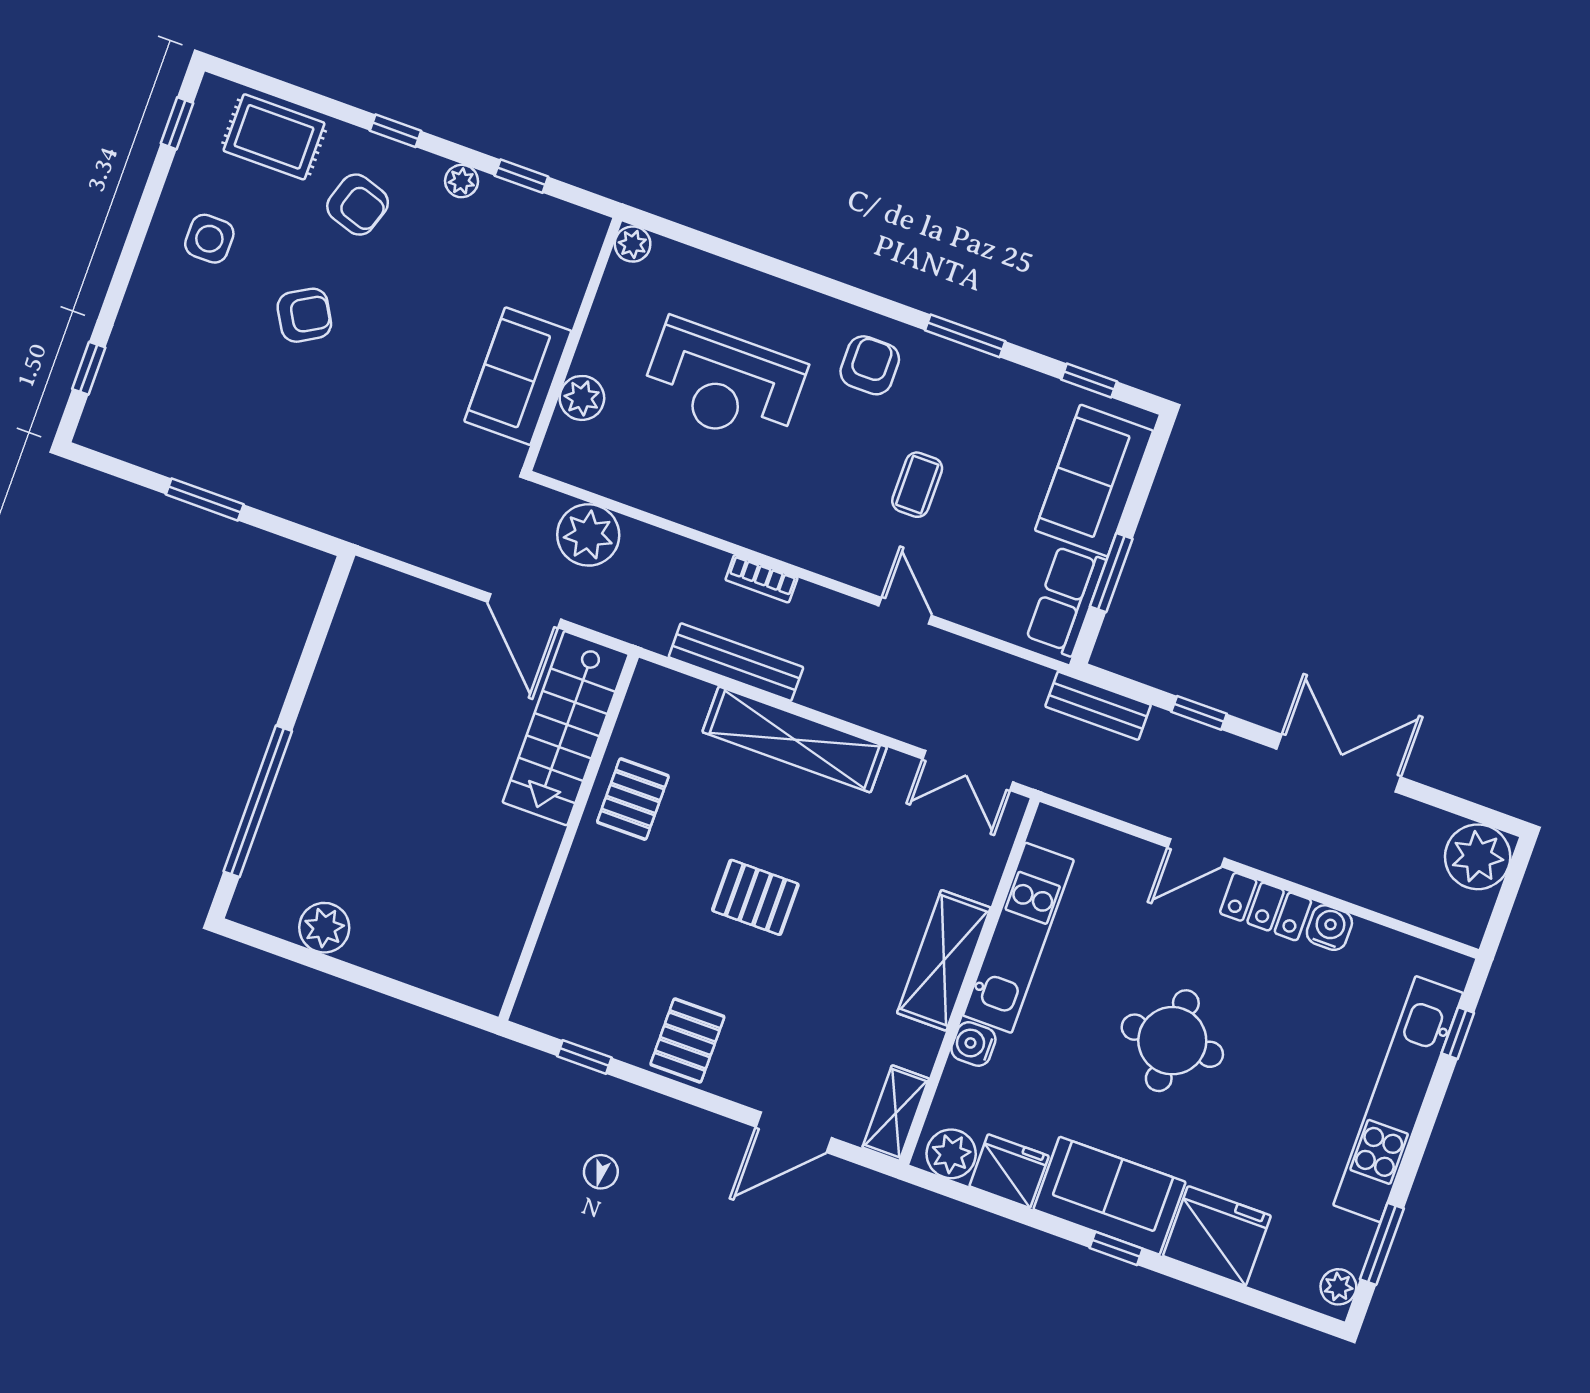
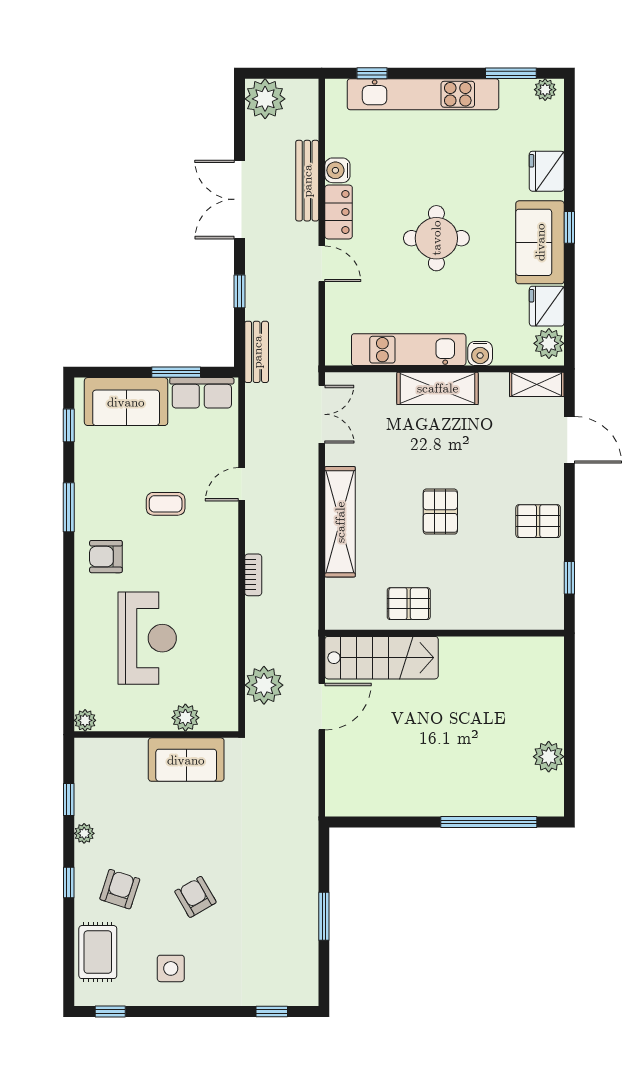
bench: (736, 662) -> (307, 181), moved
fridge: (1217, 1236) -> (547, 171), width x0.73, depth x0.75

